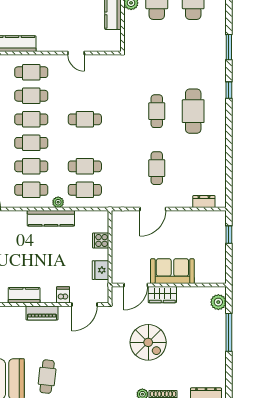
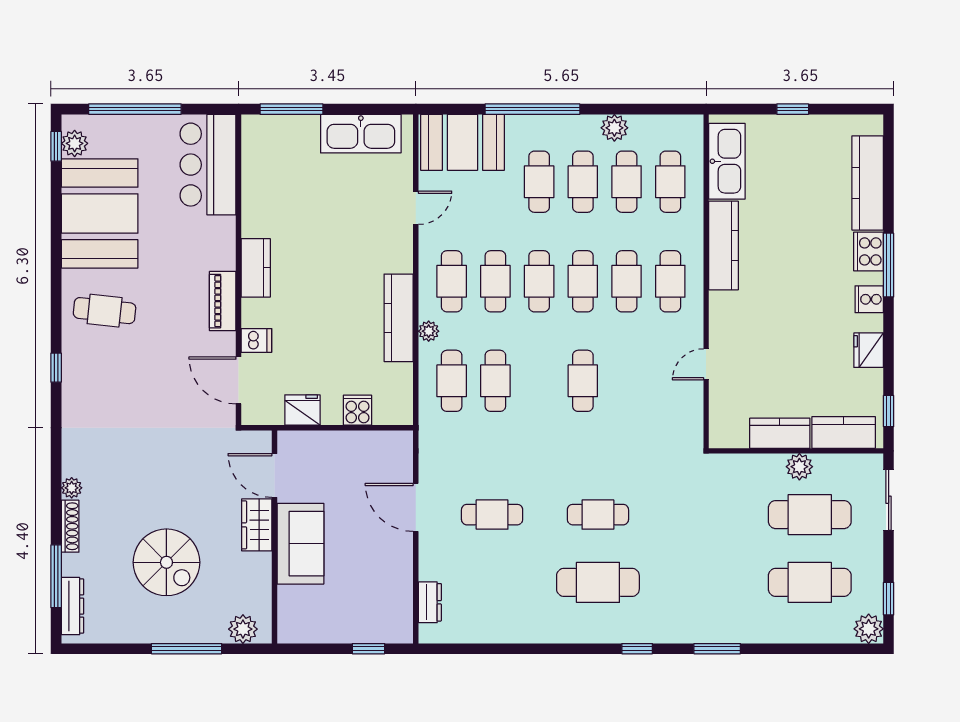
spiral stairs: (148, 342) -> (166, 562), moved, turned -90

